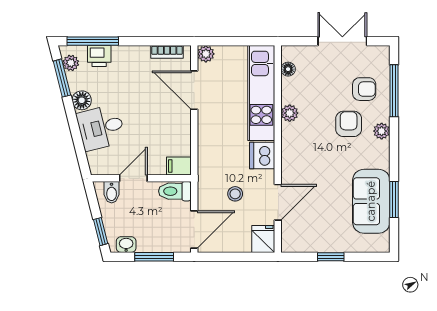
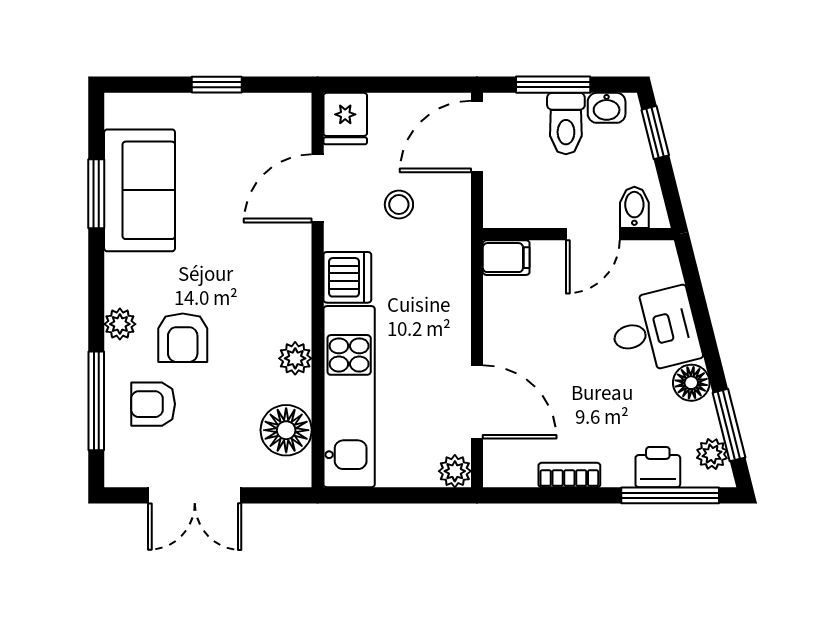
bookcase: (167, 52) -> (569, 475), moved
floor lamp: (288, 69) -> (286, 430), width x1.89, depth x1.89
toilet: (175, 191) -> (566, 123), moved, turned 90

